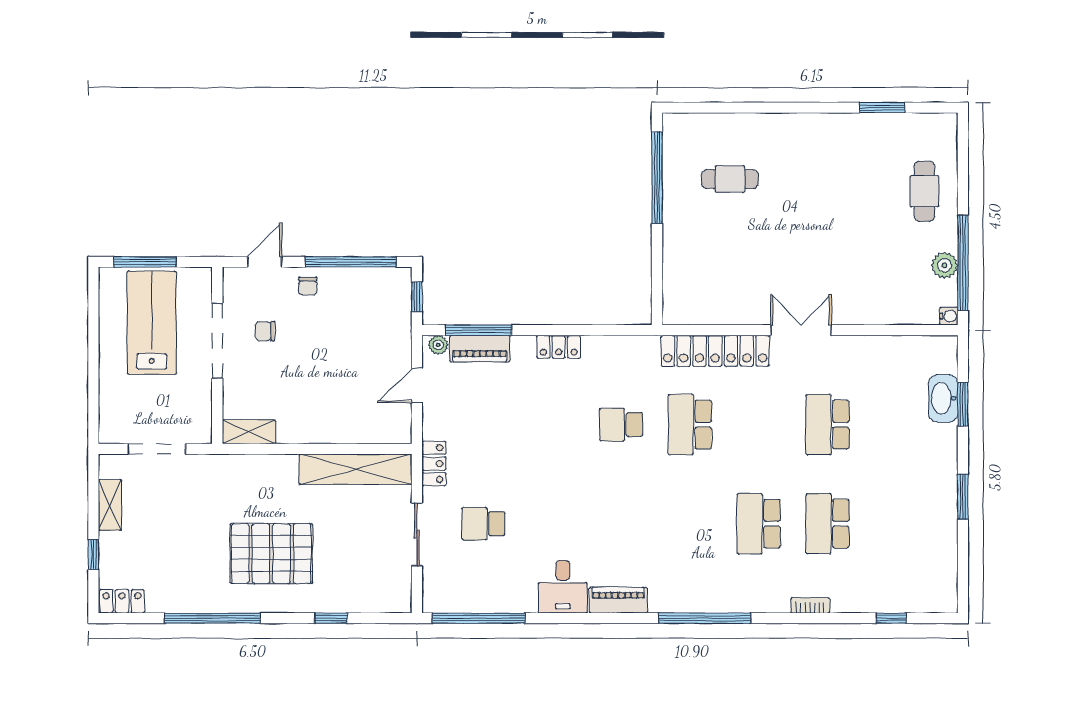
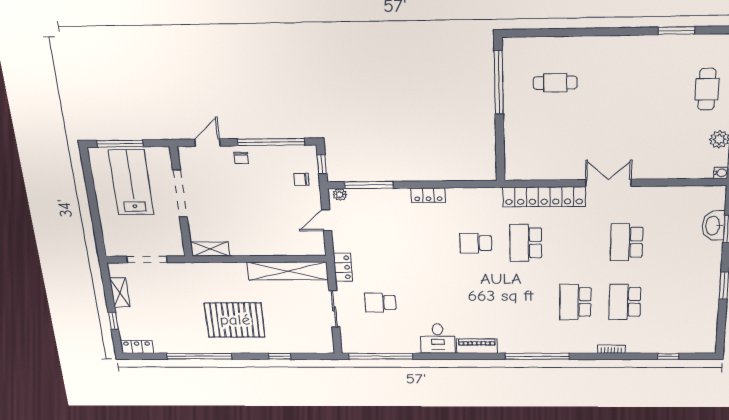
chair: (265, 331) -> (301, 179), moved
piano: (480, 349) -> (371, 197), removed

